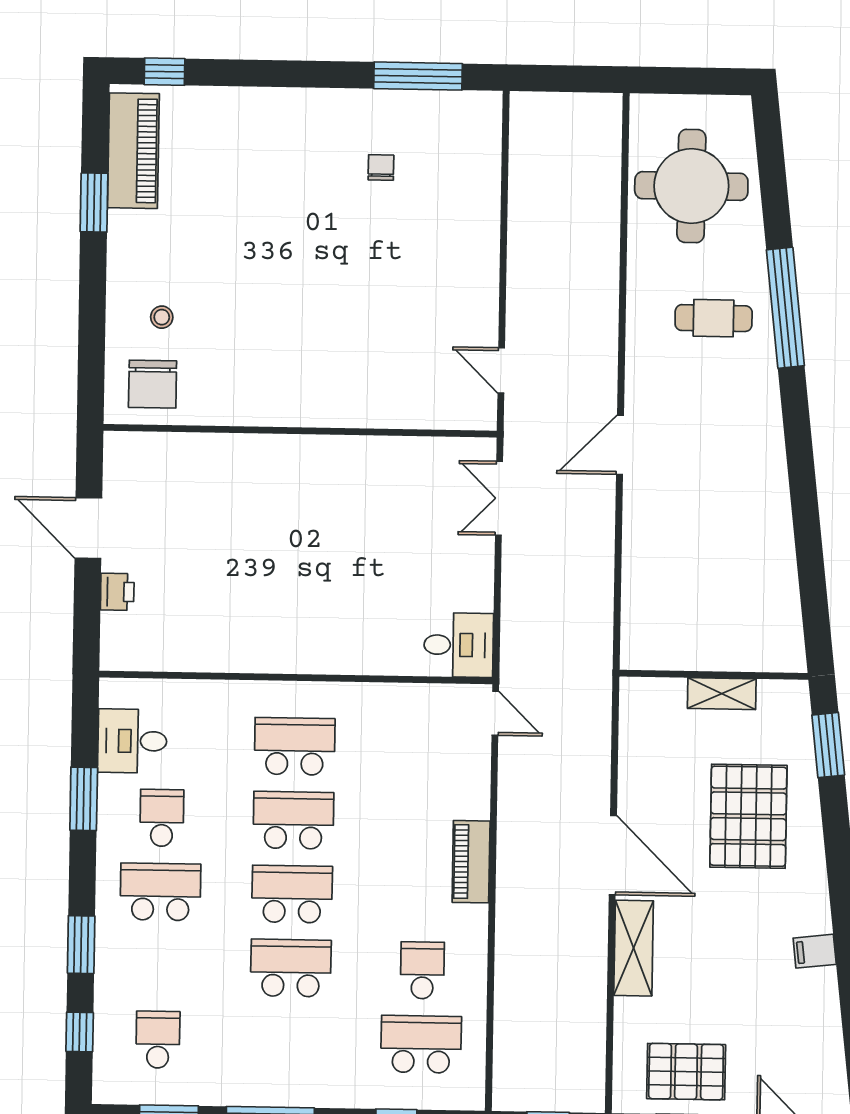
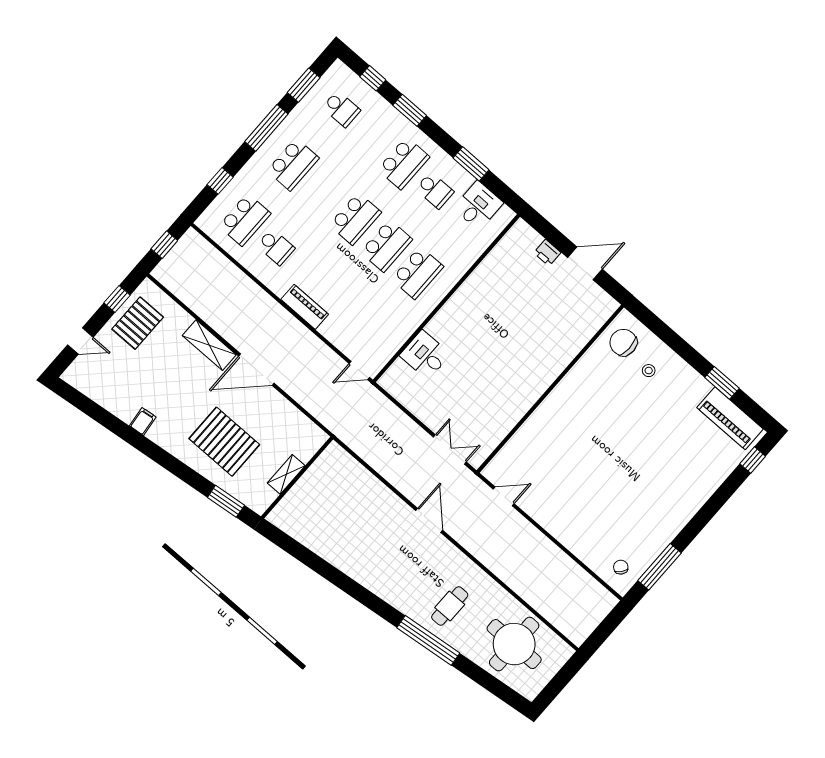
chair: (381, 168) -> (621, 567), moved, turned -140
desk: (459, 645) -> (425, 355), moved, turned 90
school desk: (291, 968) -> (293, 164), moved

